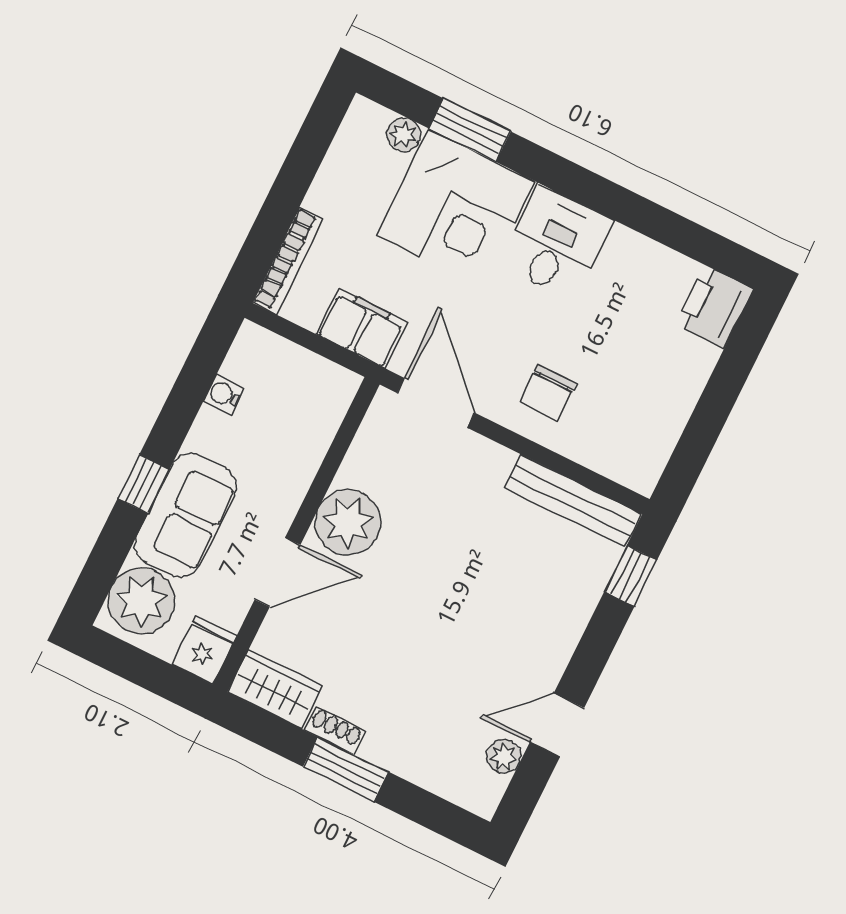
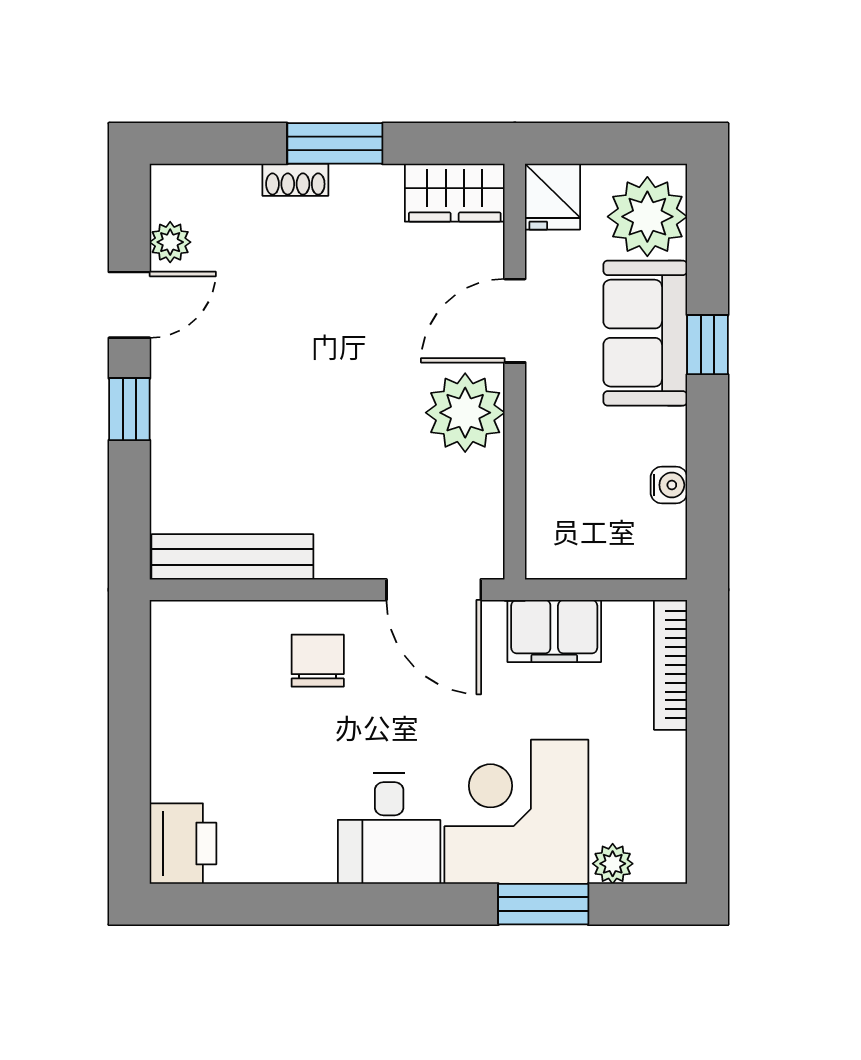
window: (631, 576) -> (129, 409), moved
shoe rack: (335, 730) -> (295, 180), moved

